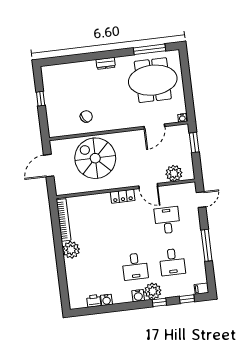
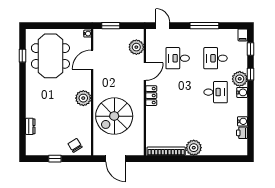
window: (149, 49) -> (22, 56), width x0.46
dresser: (106, 63) -> (30, 126), moved
chair: (86, 116) -> (75, 145), moved
plant: (111, 122) -> (83, 98), added
door: (154, 126) -> (92, 60), swing flipped
desk: (172, 262) -> (216, 58), turned 180

